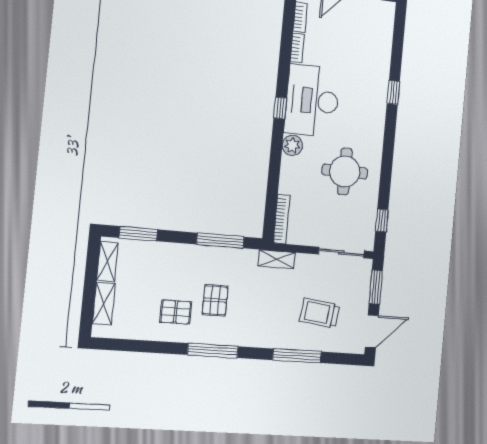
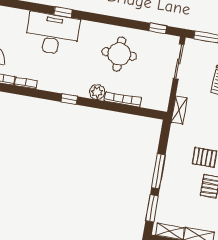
desk: (312, 101) -> (52, 34), moved, turned 180
bookcase: (282, 219) -> (123, 100), moved
window: (220, 241) -> (158, 171), moved

